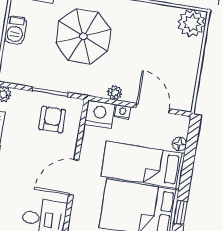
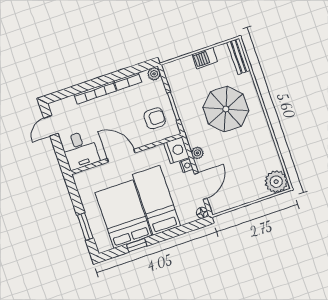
floor lamp: (179, 144) -> (202, 213), moved

